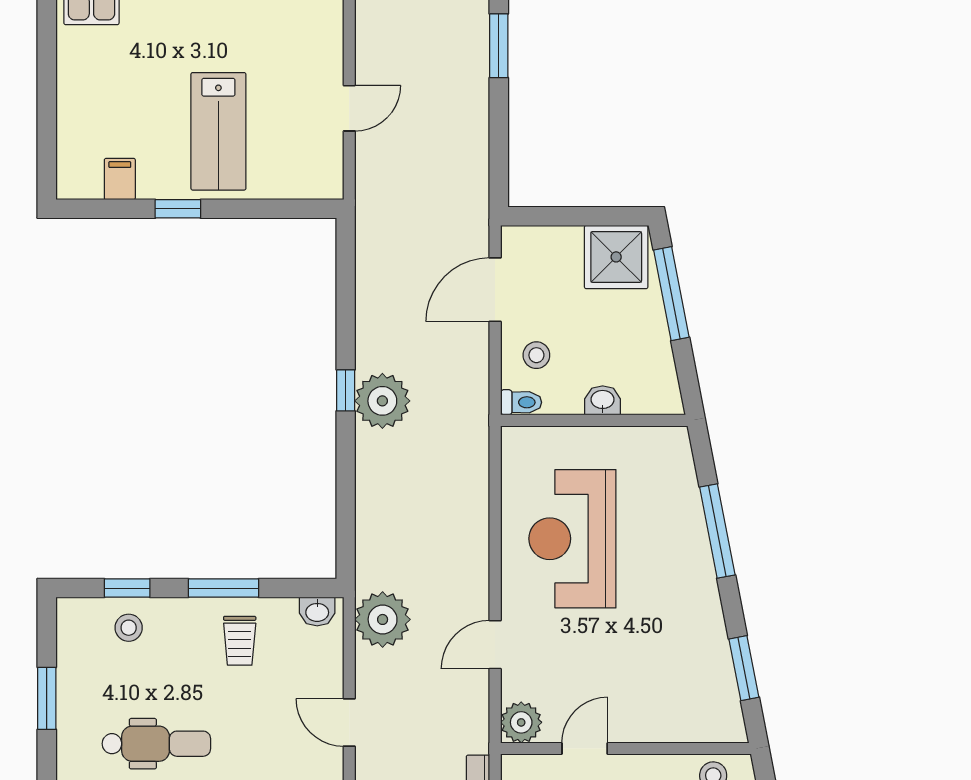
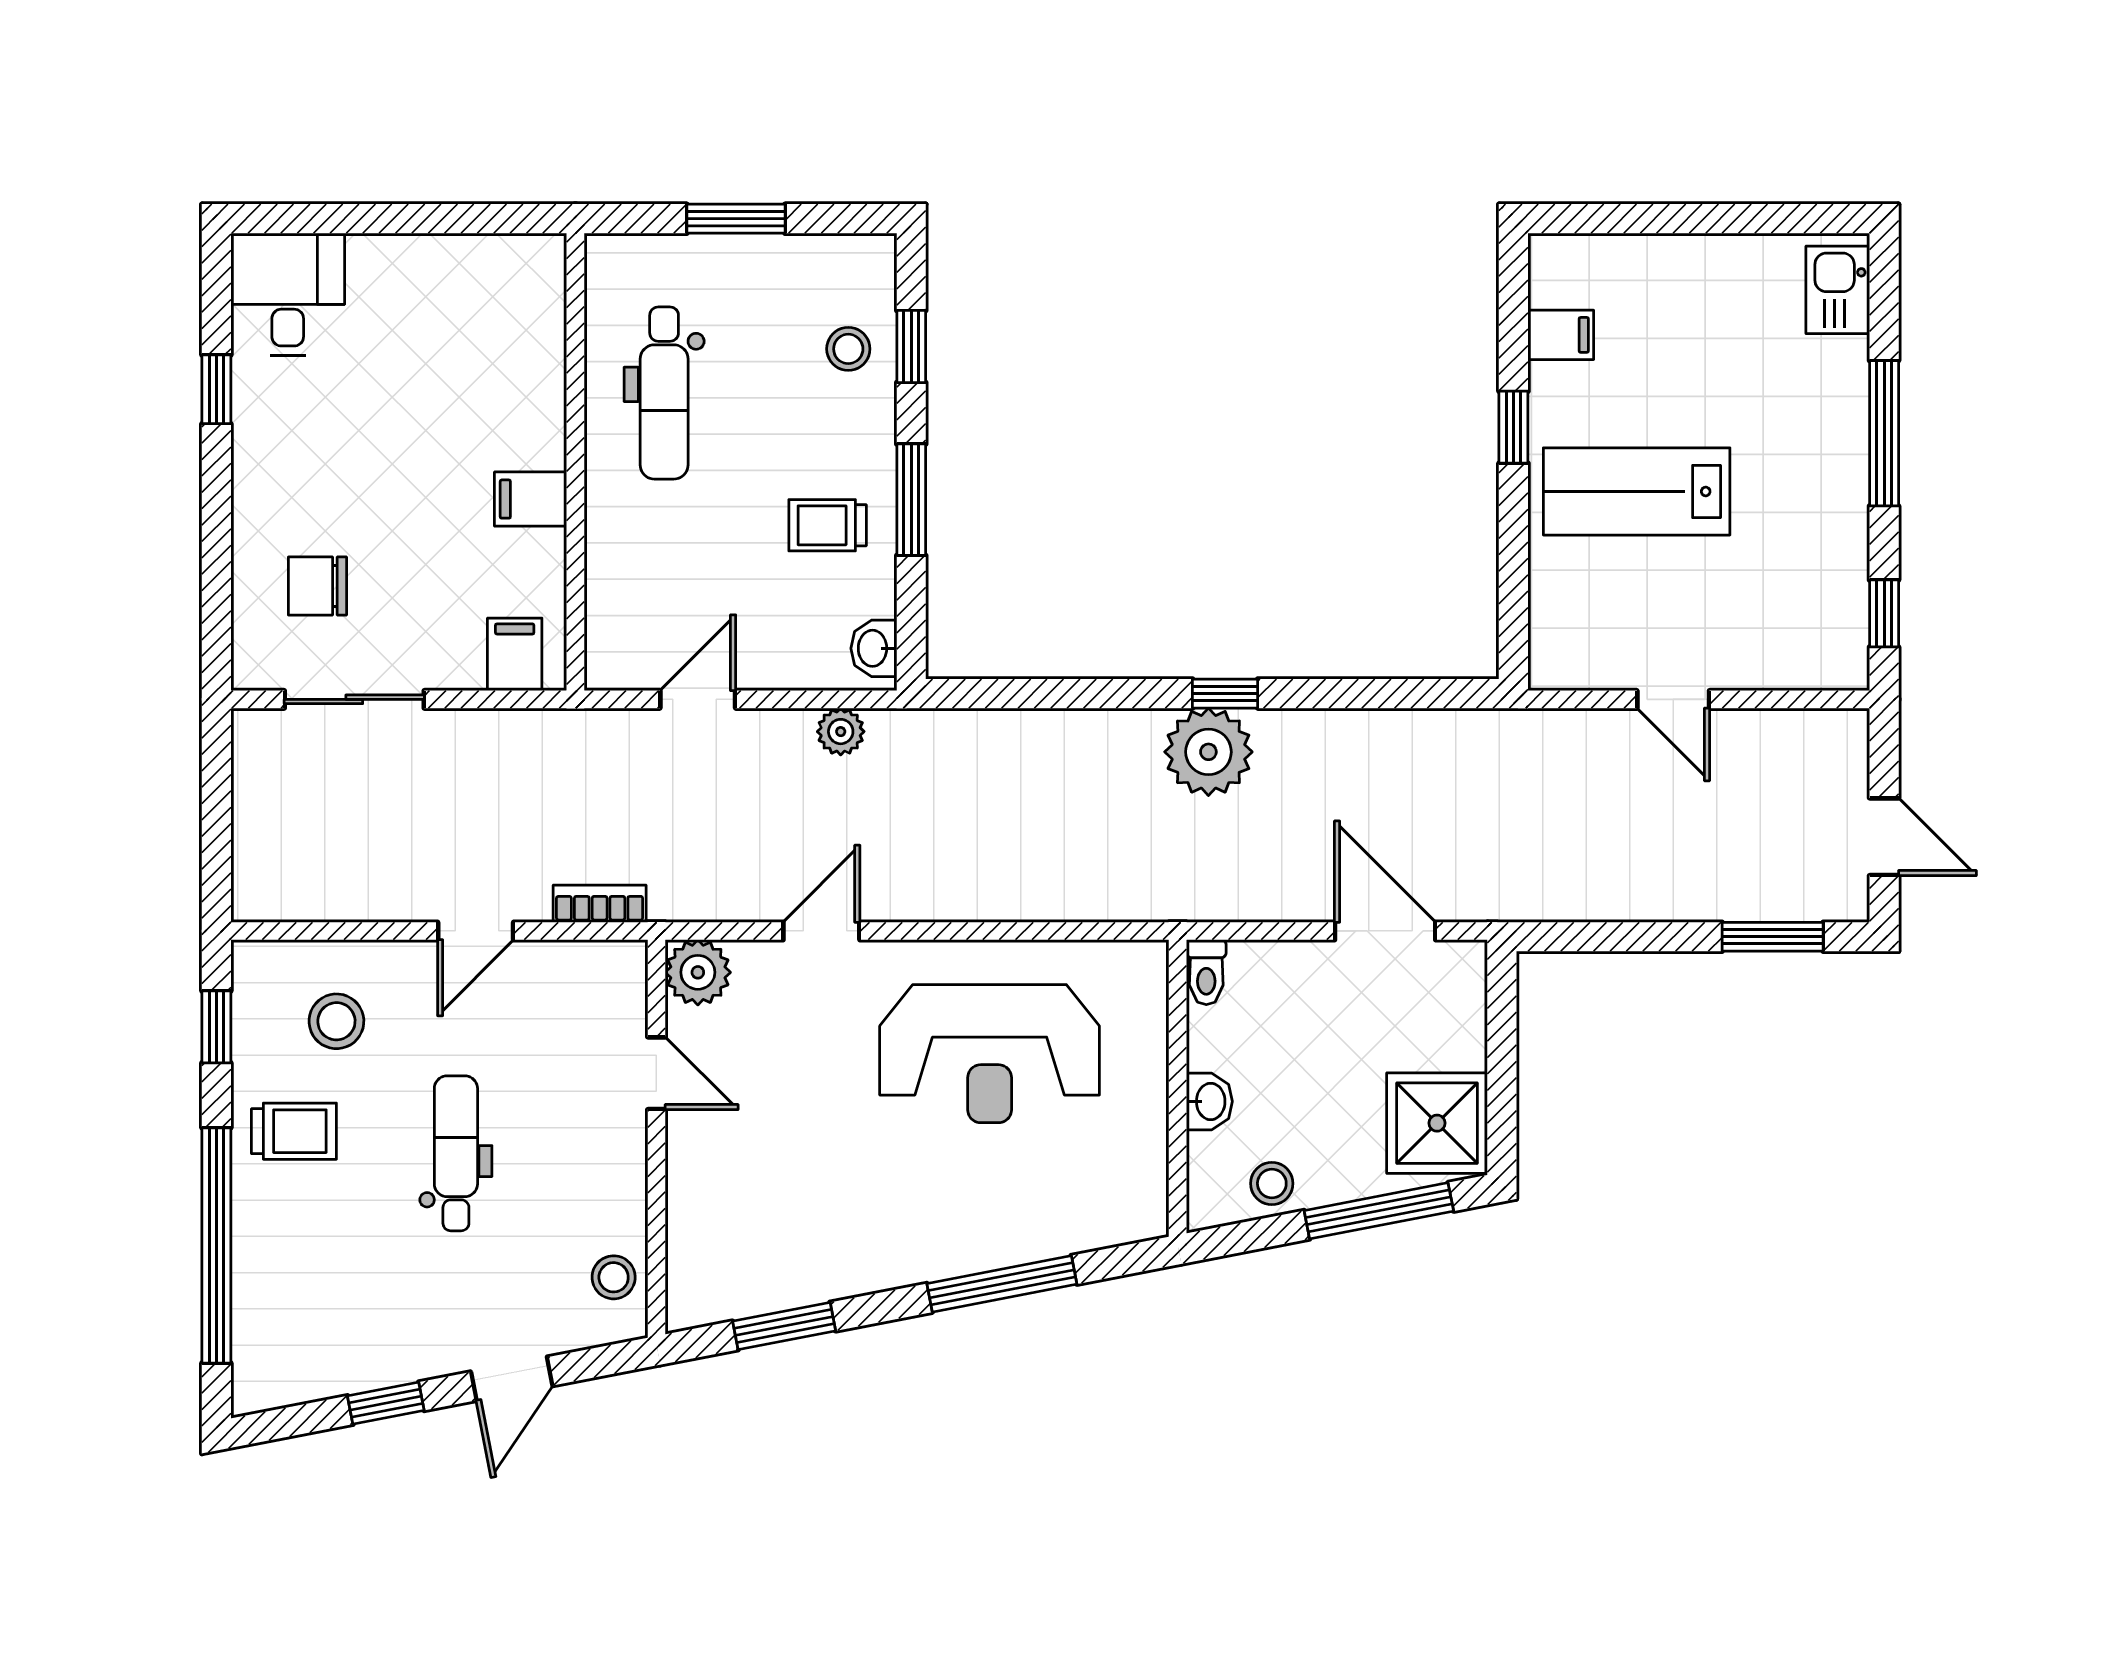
stool: (536, 355) -> (1272, 1183), moved
reception desk: (572, 539) -> (990, 1054), turned 180
plant: (383, 619) -> (841, 732), width x0.53, depth x0.53
door: (495, 645) -> (821, 931), hinge flipped

